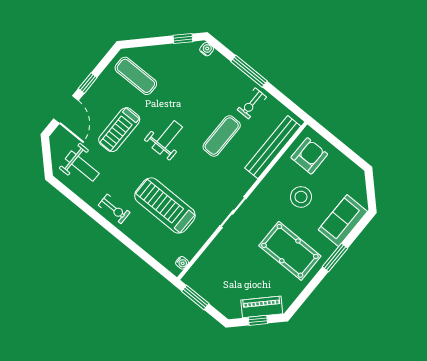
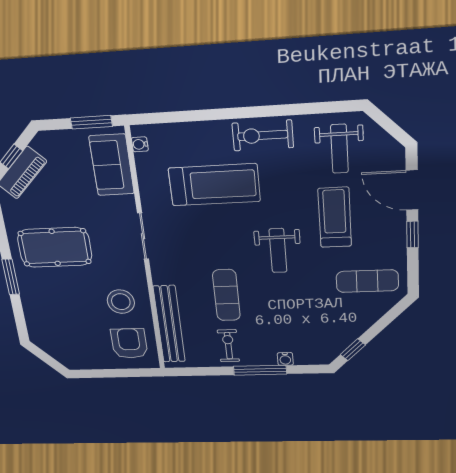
water cooler: (207, 49) -> (285, 359), moved
armchair: (309, 156) -> (129, 343), turned 180
weight bench: (82, 166) -> (339, 149), turned -90
stool: (301, 197) -> (121, 302), moved
exercise bike: (114, 209) -> (263, 135), width x1.38, depth x1.39
sofa: (343, 221) -> (112, 165), moved, turned 180

